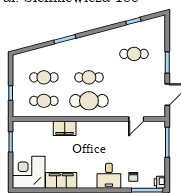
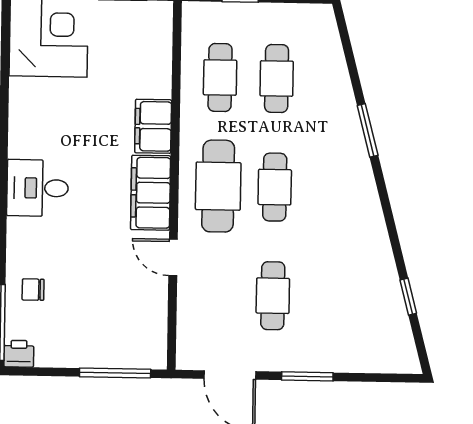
cafe table: (134, 54) -> (273, 296), moved
door: (136, 119) -> (173, 257), moved
desk: (109, 176) -> (38, 188), moved
filing cabinet: (61, 180) -> (151, 193), moved, turned 180

